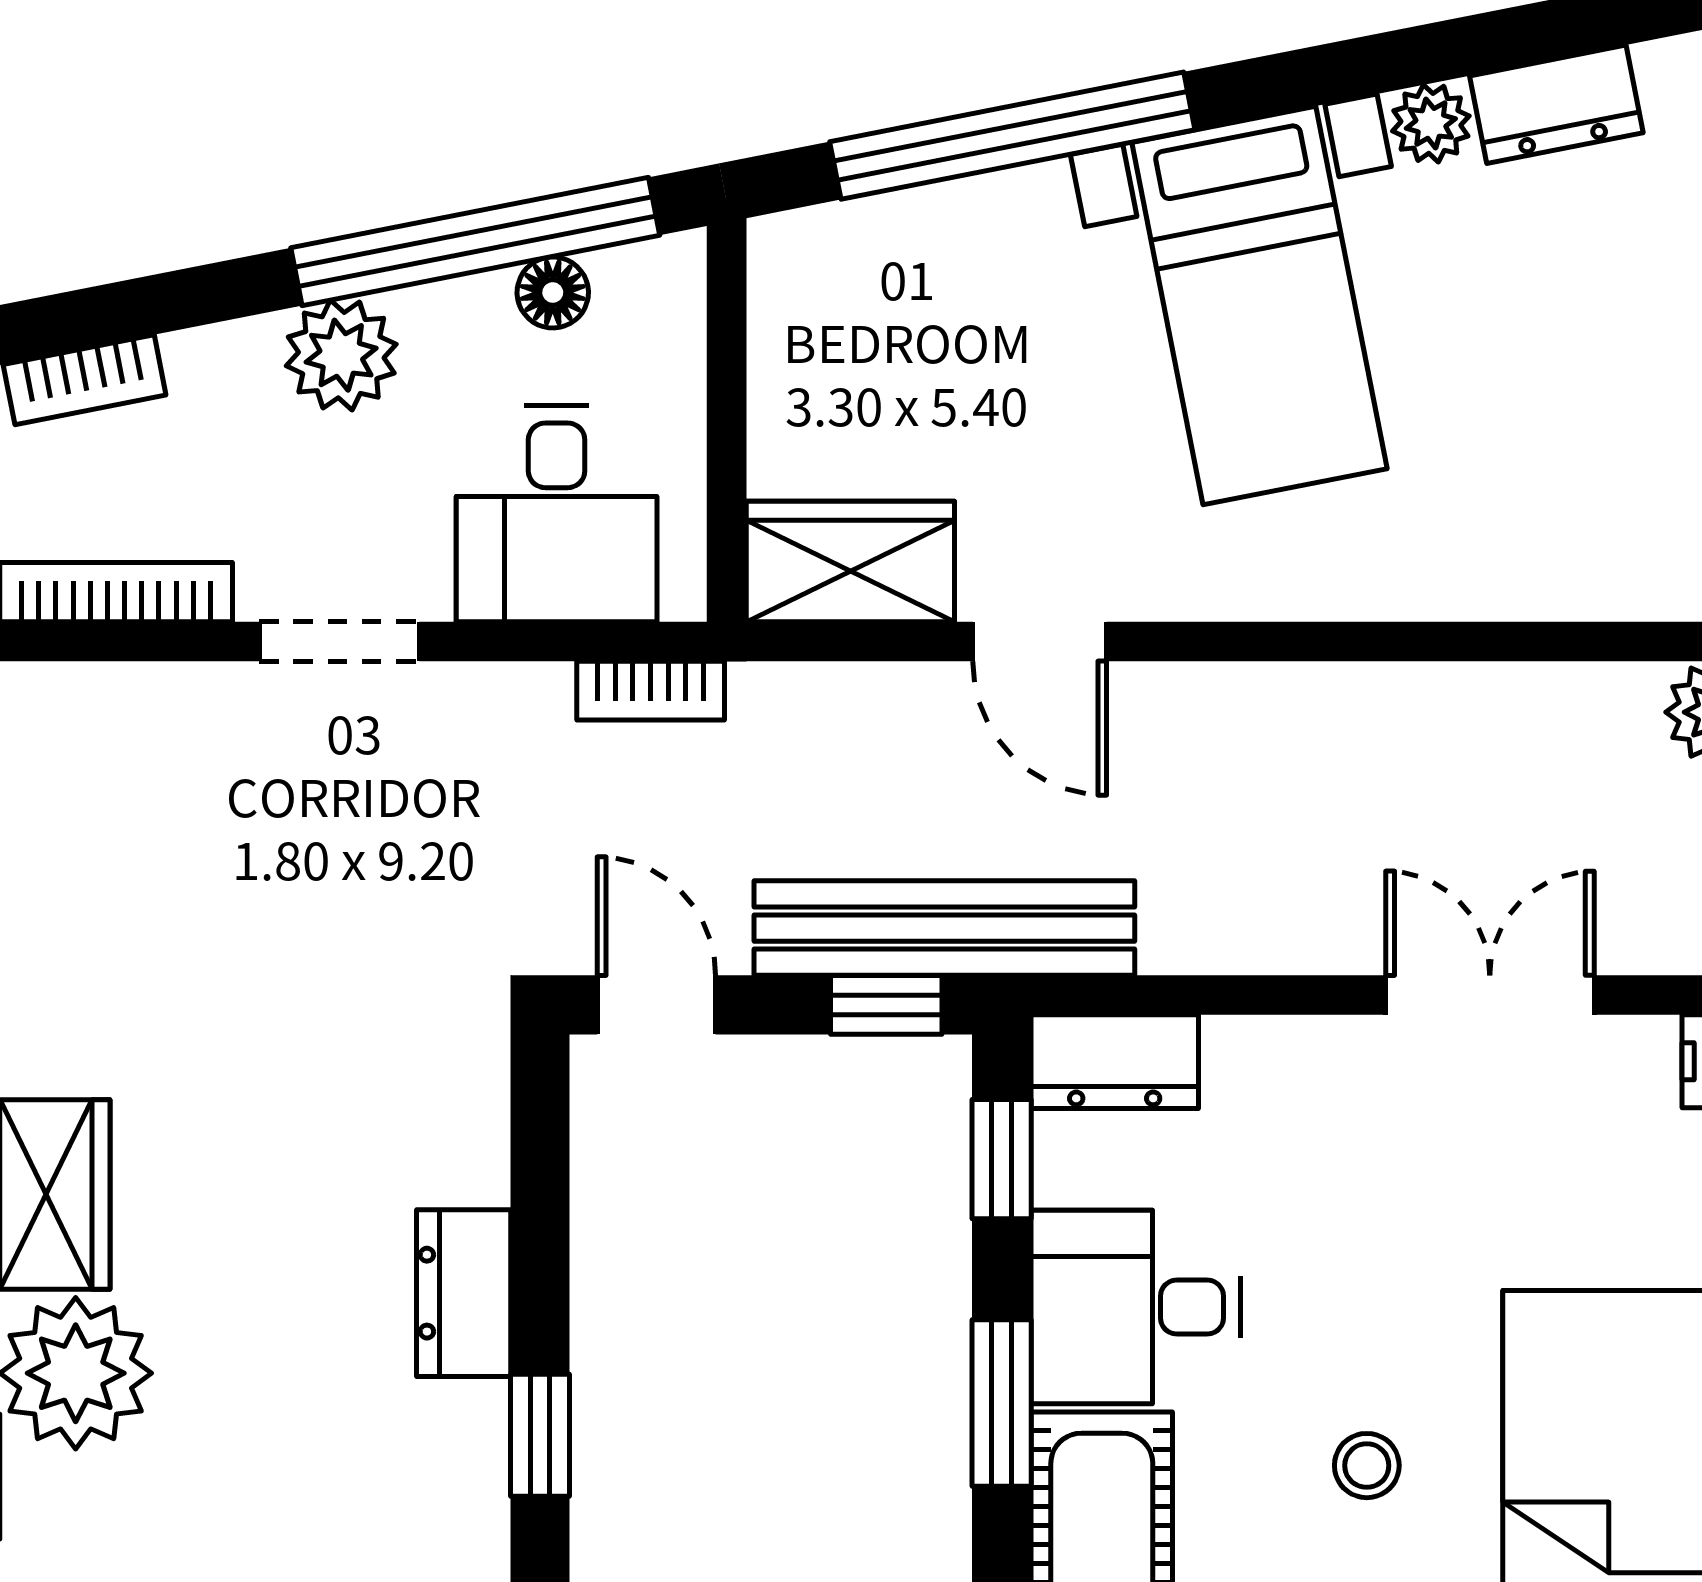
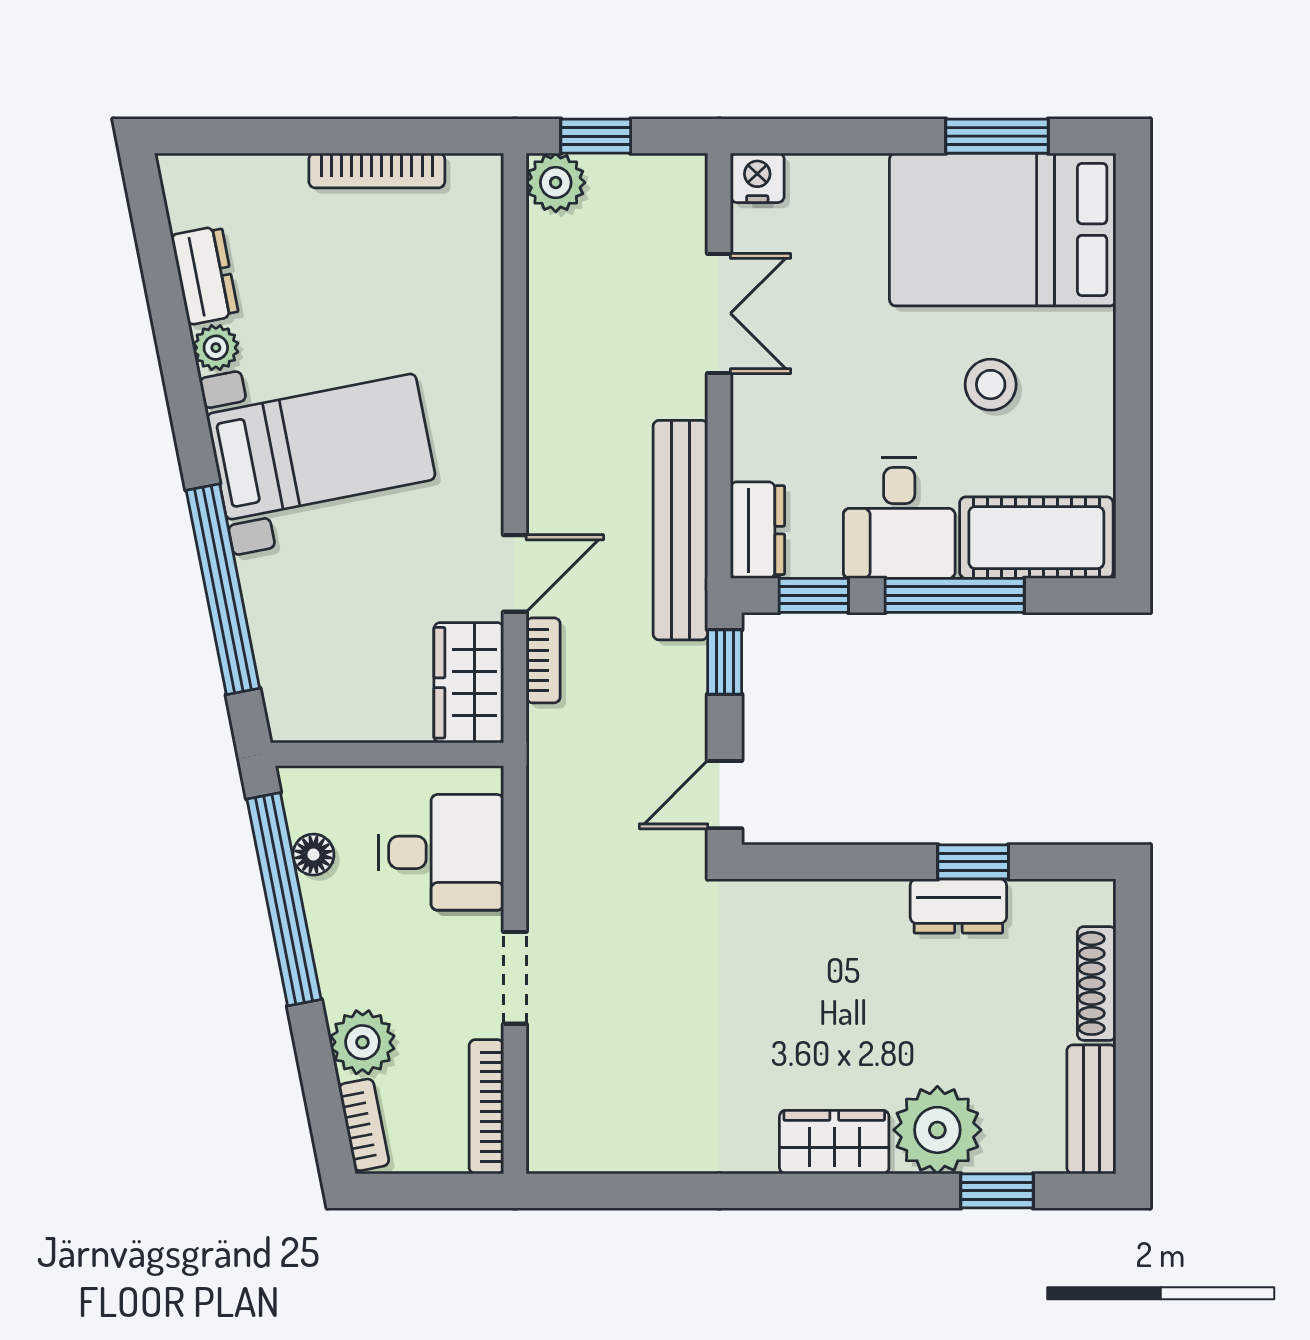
plant: (341, 355) -> (362, 1042), moved
bookcase: (651, 691) -> (543, 660), moved
bench: (944, 928) -> (680, 530), moved
double door: (1490, 995) -> (719, 313), swing flipped
dresser: (464, 1293) -> (958, 906), moved
window: (1002, 1403) -> (955, 595), width x1.44
stool: (1367, 1466) -> (991, 385), width x1.37, depth x1.37

